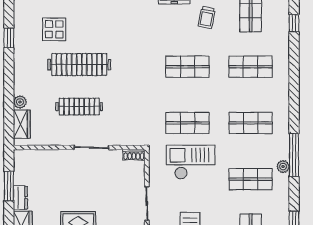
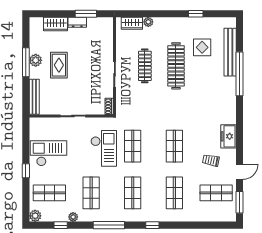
window: (294, 23) -> (152, 225), moved
plant: (283, 167) -> (73, 217), moved

